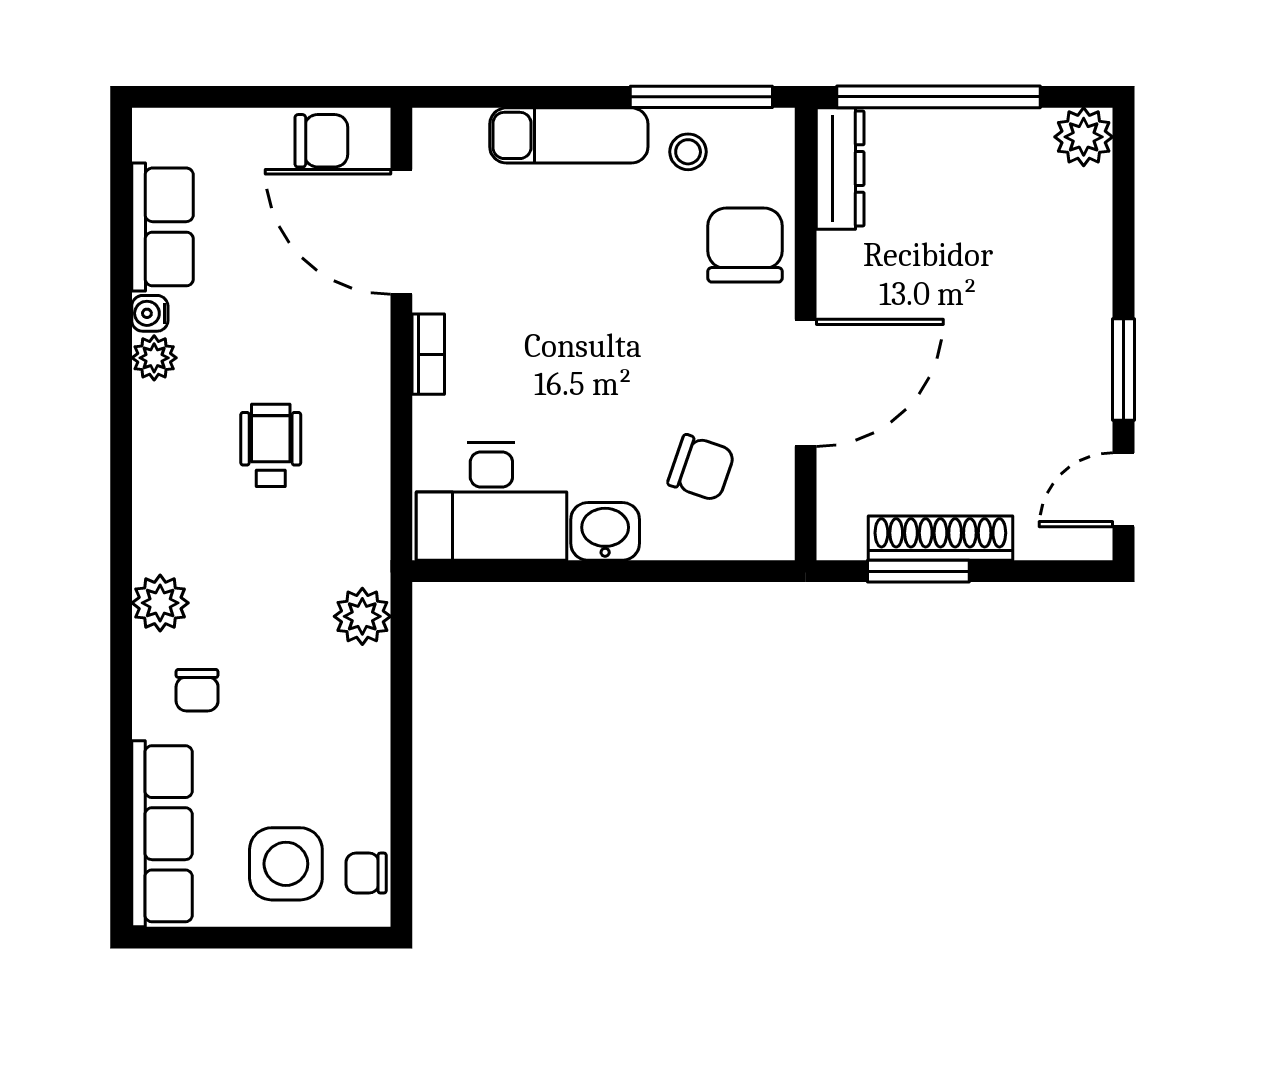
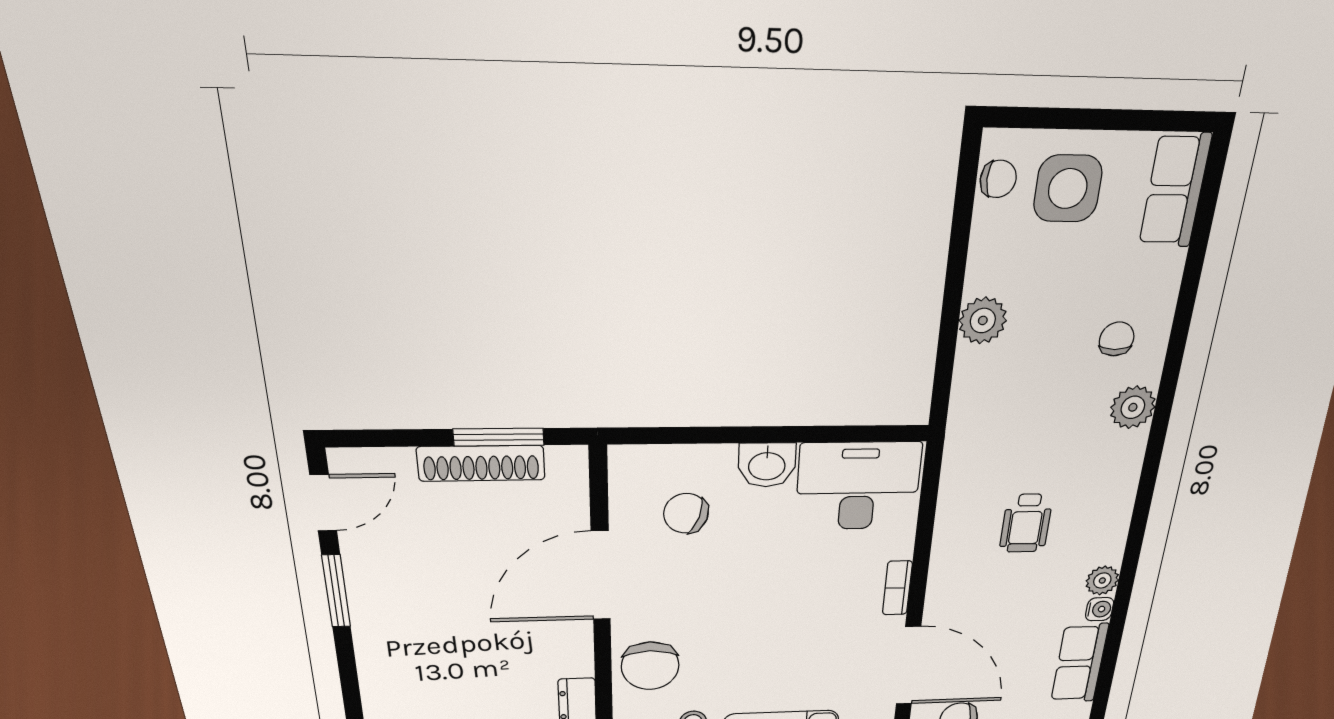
plant: (362, 616) -> (983, 320), moved
row of seats: (162, 834) -> (1175, 190), width x0.68

